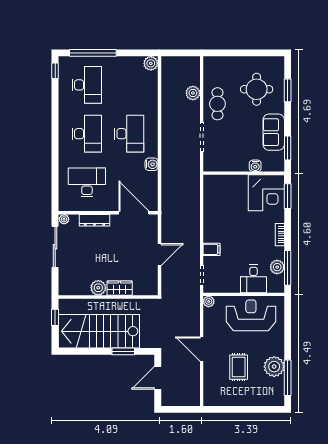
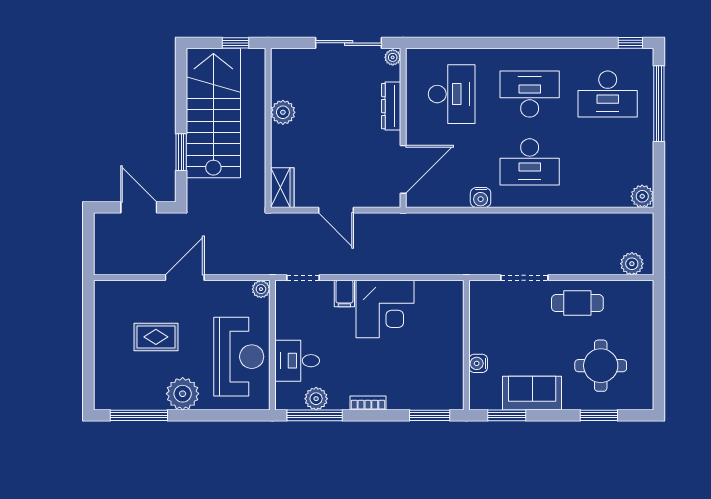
plant: (193, 93) -> (632, 264), moved
desk: (87, 134) -> (530, 94), turned 180
corner desk: (266, 193) -> (385, 309), moved, turned -90
wardrobe: (120, 288) -> (282, 188), moved
plant: (274, 367) -> (183, 394), moved

